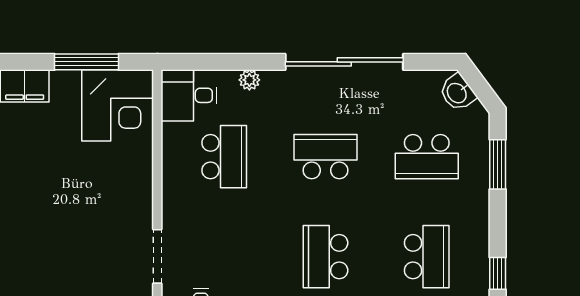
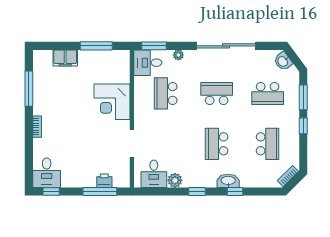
window: (201, 62) -> (154, 46), added
corner desk: (118, 105) -> (112, 102), moved, turned 90
school desk: (224, 157) -> (166, 93), turned 180
window: (498, 273) -> (303, 126), moved

